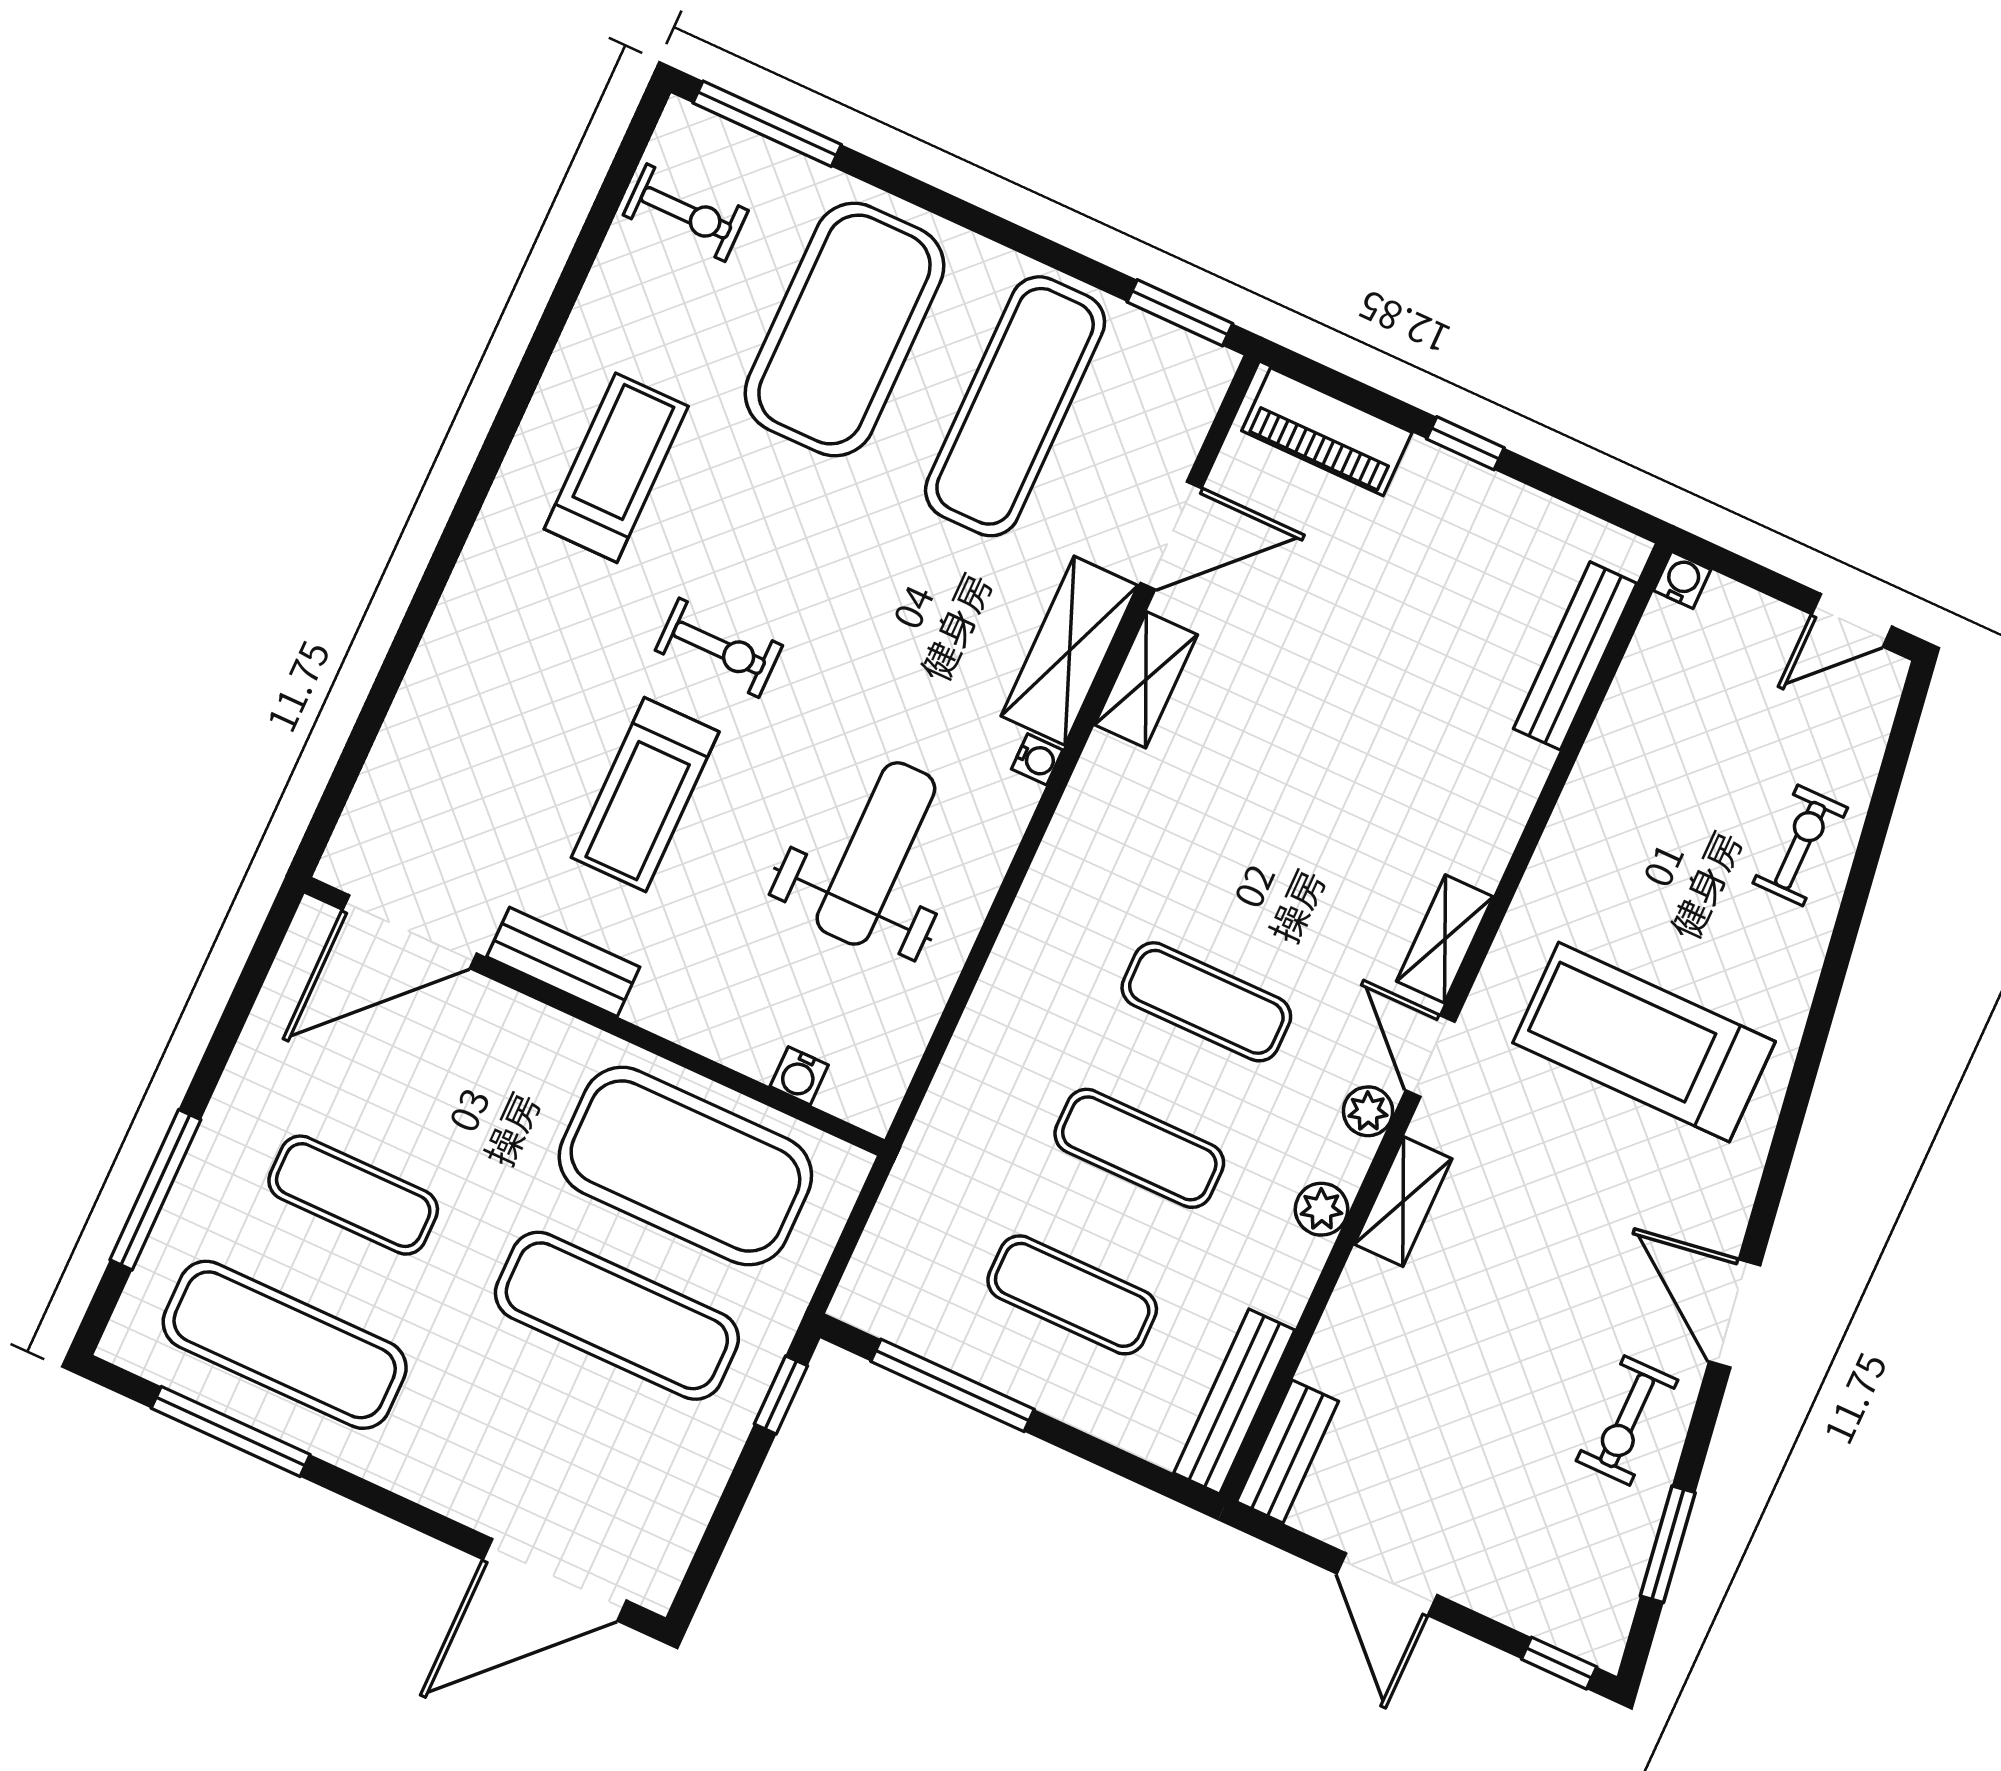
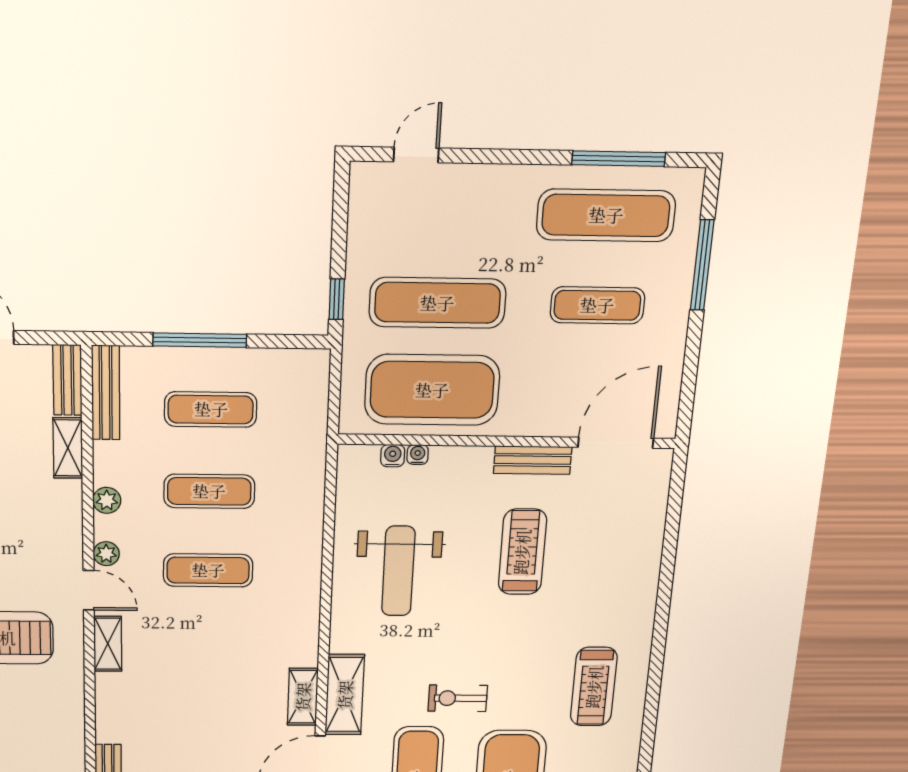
exercise bike: (719, 648) -> (458, 698), moved
water cooler: (1037, 759) -> (418, 455), moved, turned 90
shelving: (1403, 1202) -> (68, 448), moved
window: (953, 1385) -> (200, 340), moved
door: (555, 1580) -> (416, 155), width x0.53

